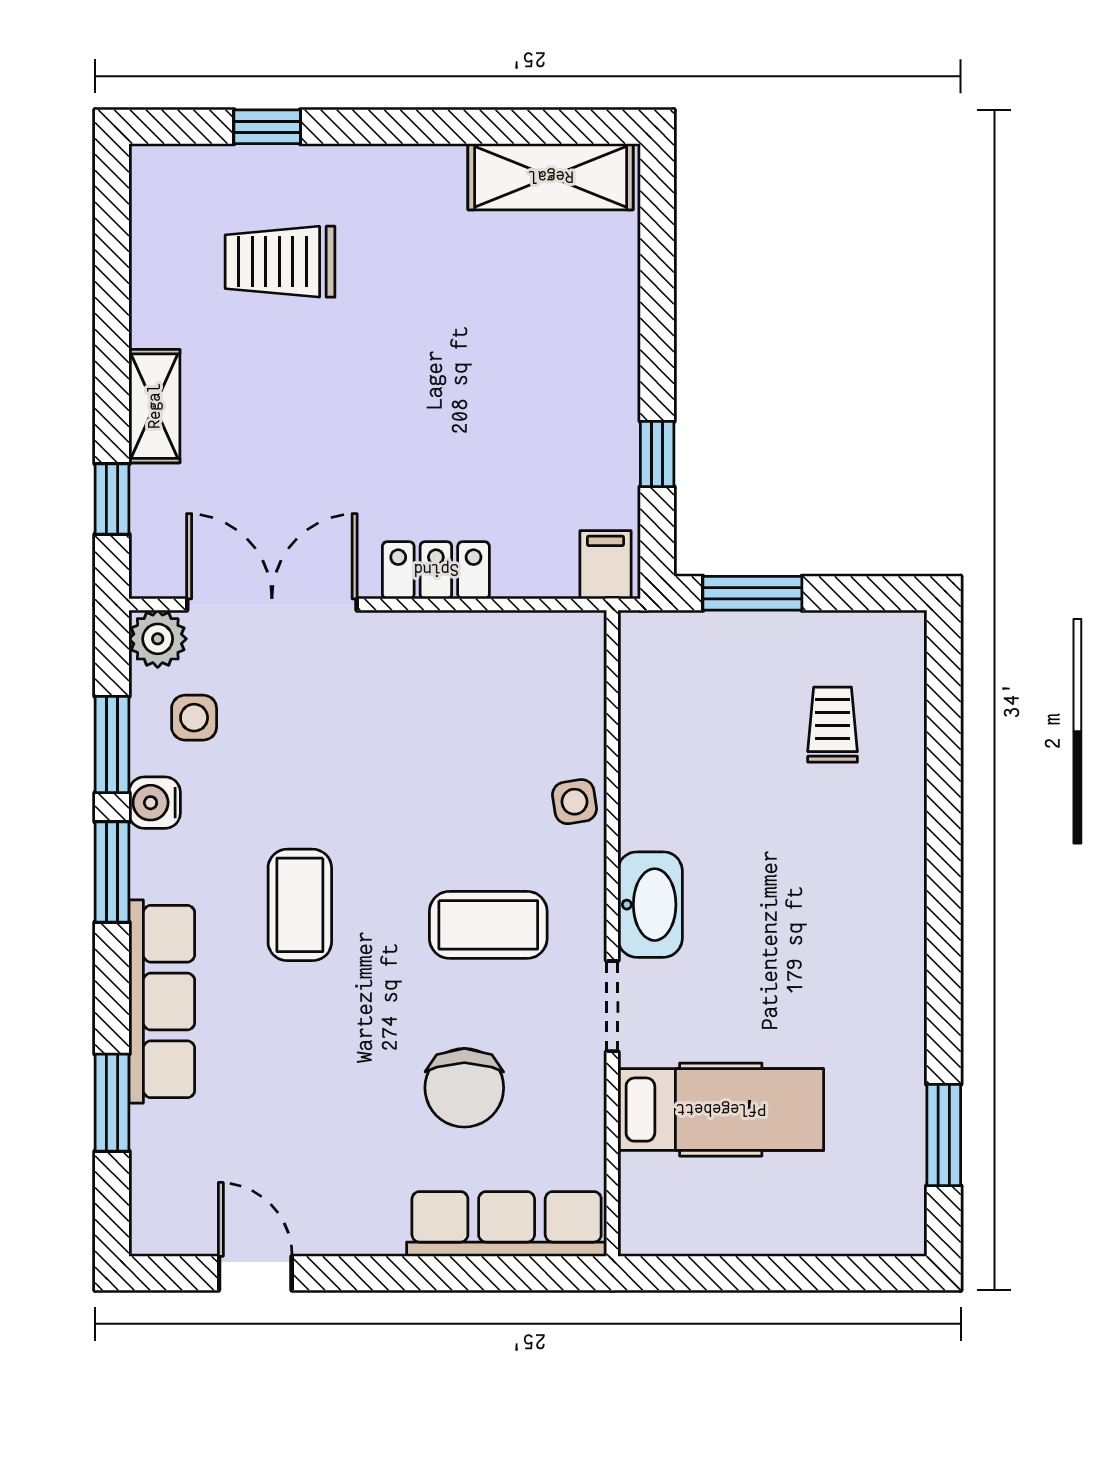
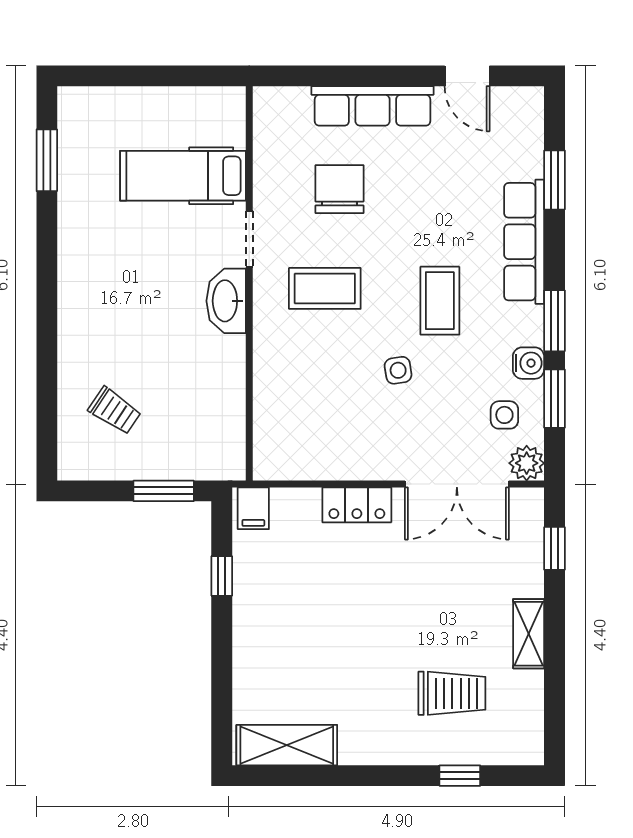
shelving: (154, 406) -> (529, 634), moved
trolley: (833, 725) -> (115, 411), turned -56
side table: (575, 802) -> (398, 370), moved
row of seats: (507, 1224) -> (373, 106), moved

